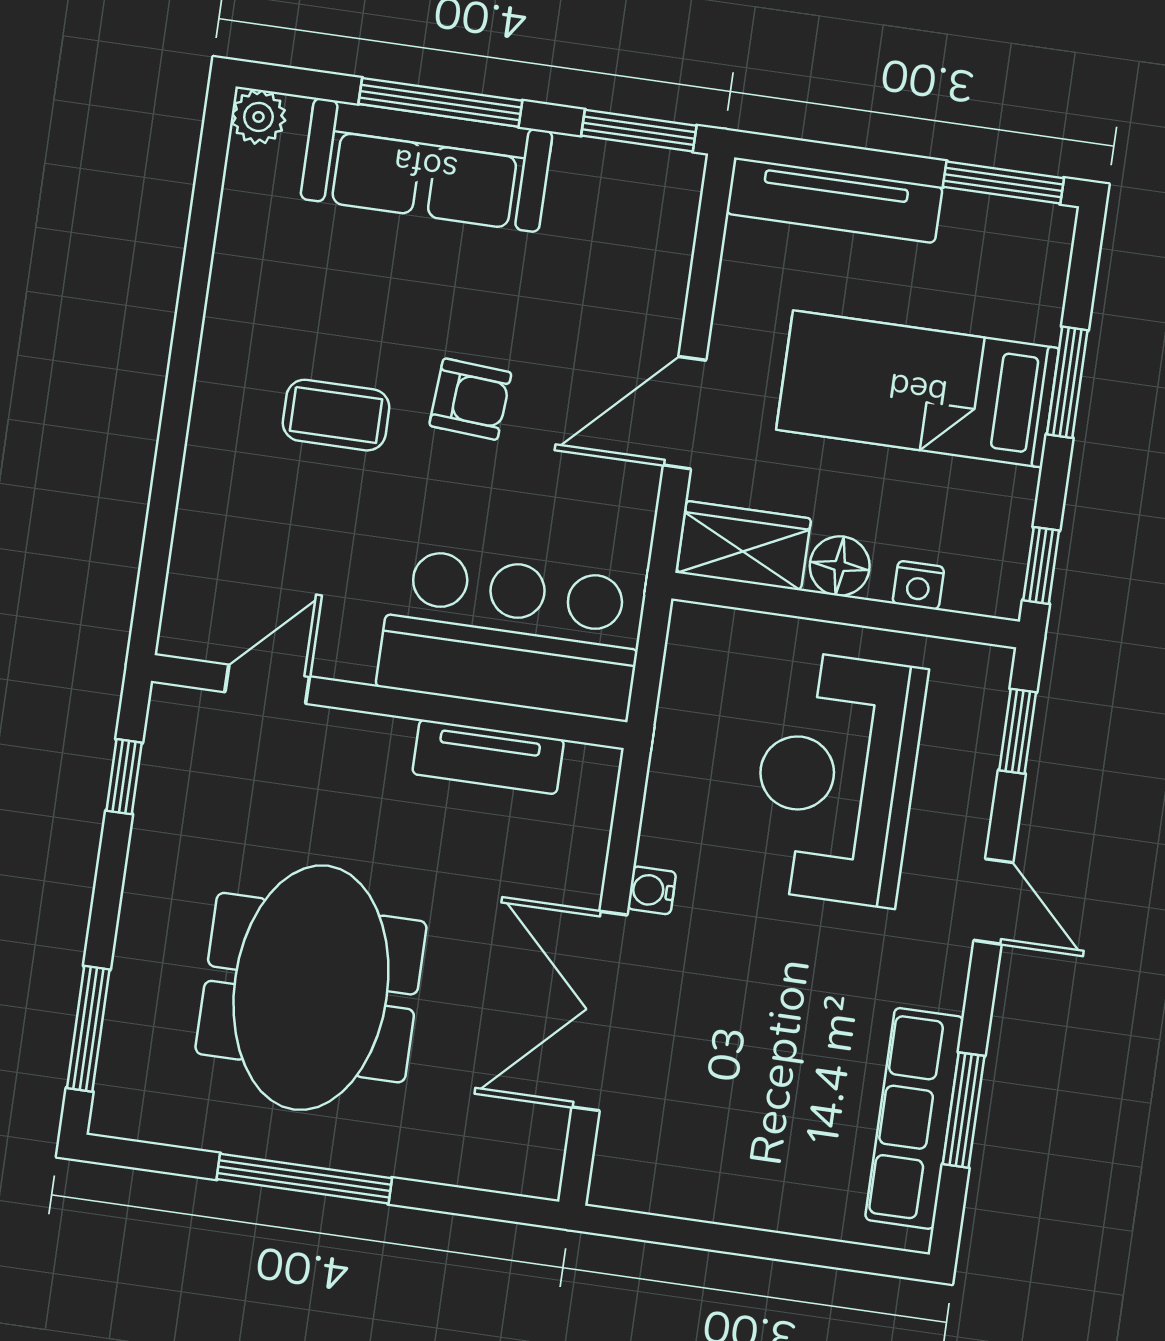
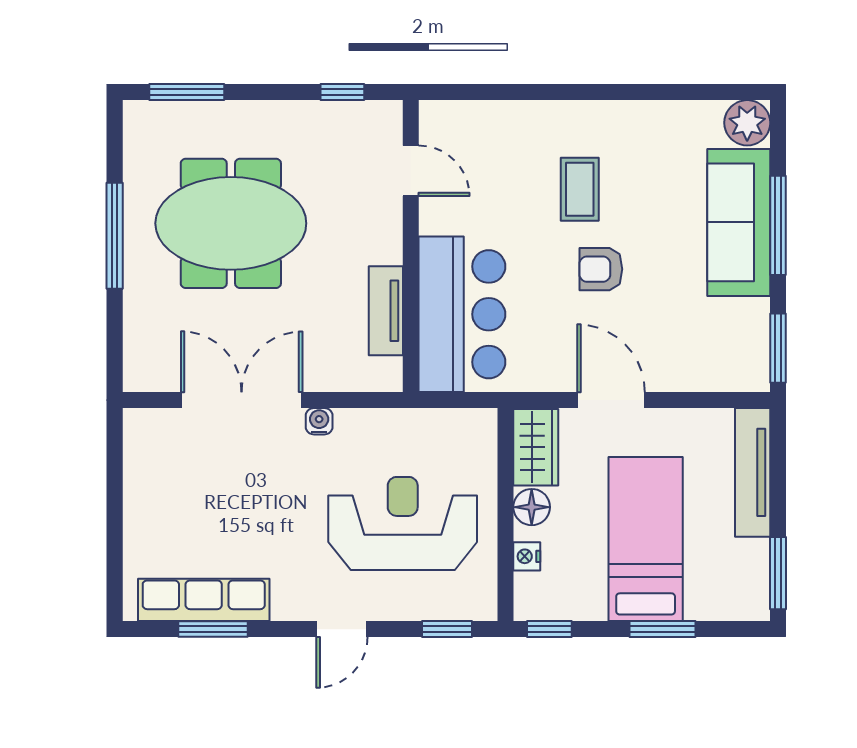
plant: (258, 117) -> (747, 123), width x1.38, depth x1.38
armchair: (470, 399) -> (601, 269), turned 86

